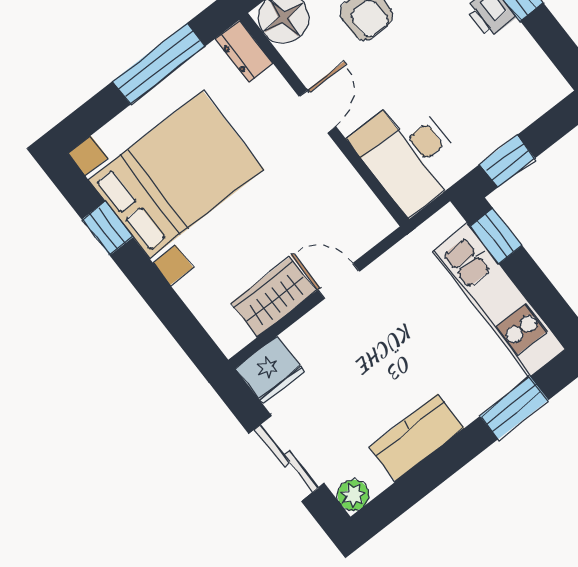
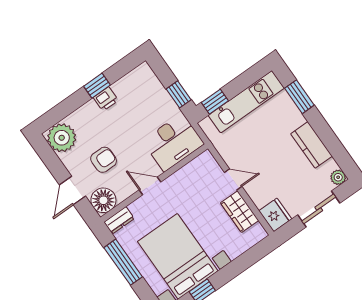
door: (339, 281) -> (233, 179), swing flipped

